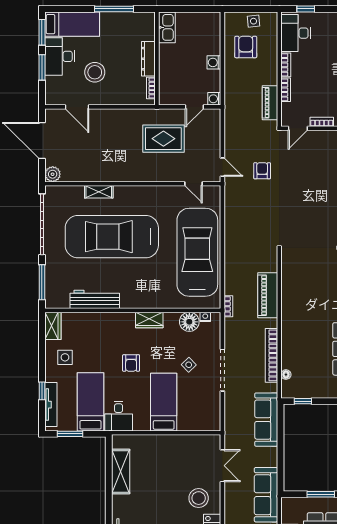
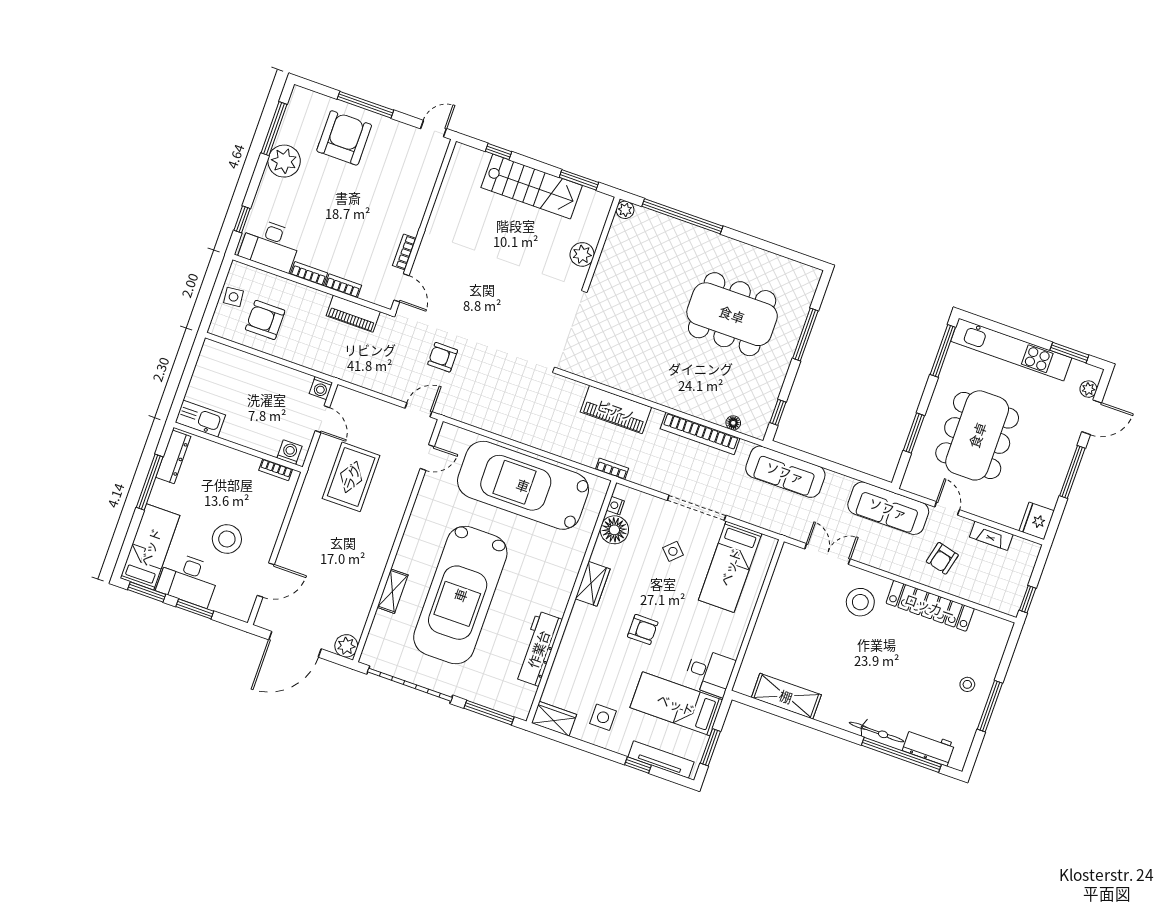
dresser: (148, 59) -> (173, 457), moved, turned -90
washing machine: (214, 62) -> (289, 452), moved, turned 180
bed: (164, 402) -> (730, 567), moved, turned -90

